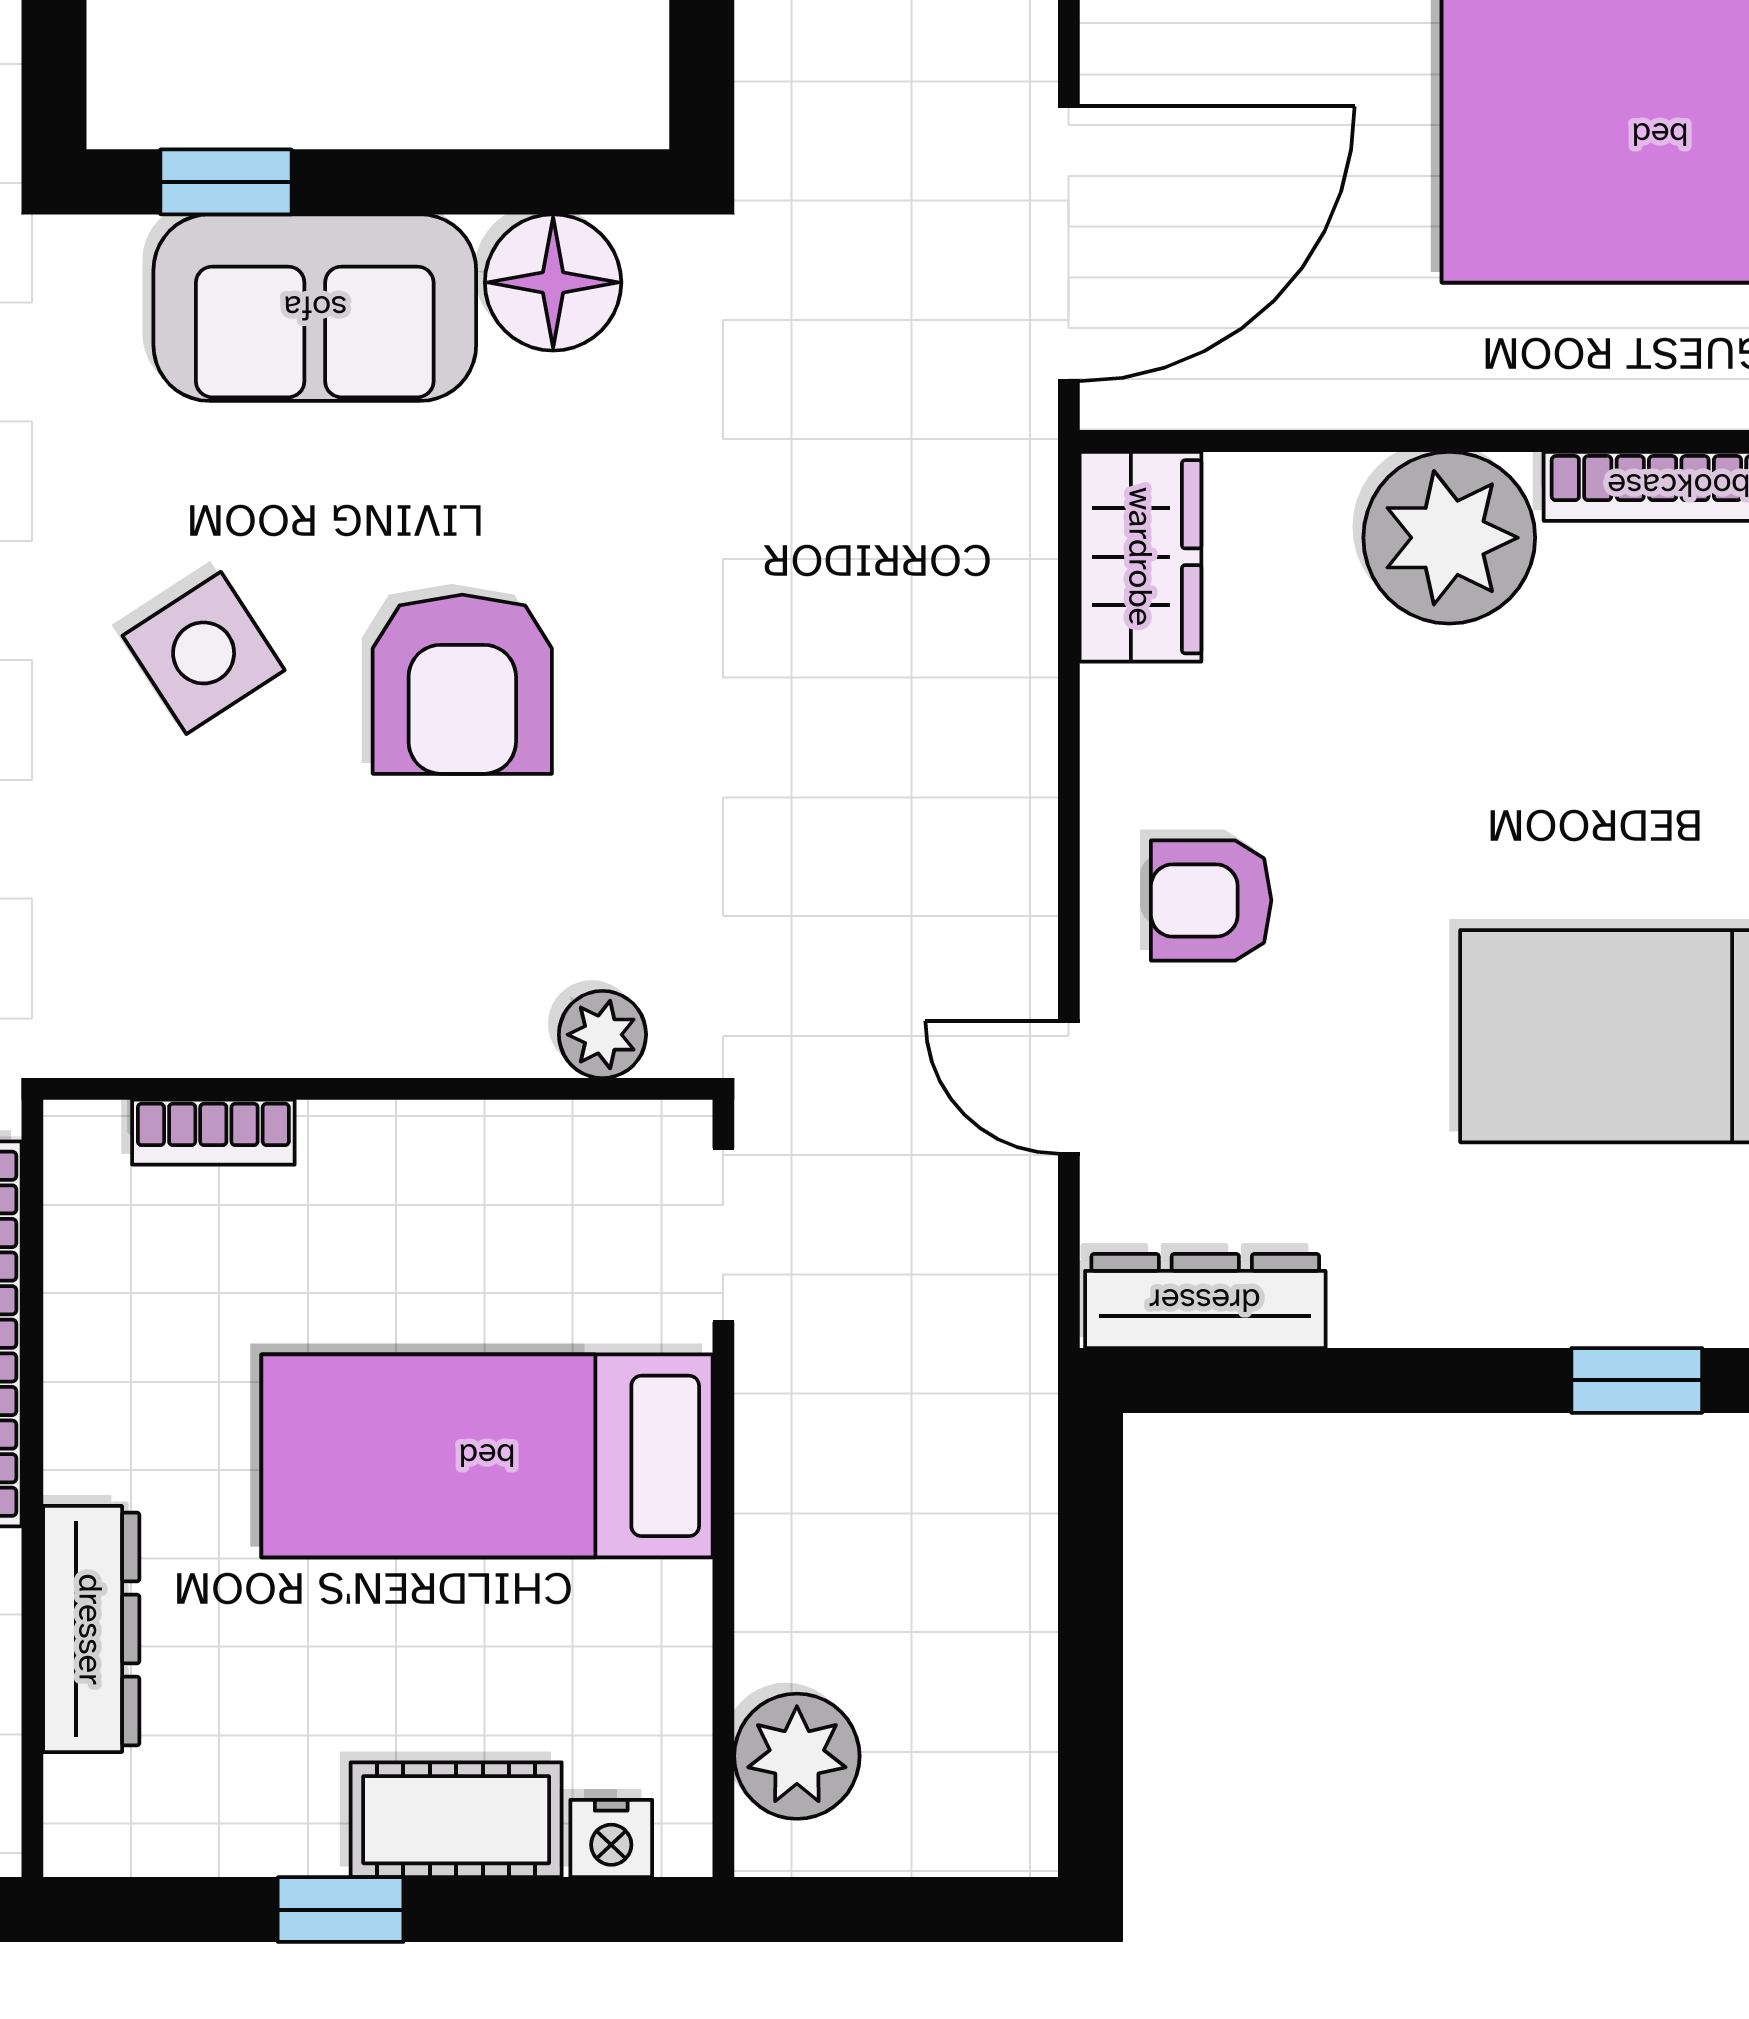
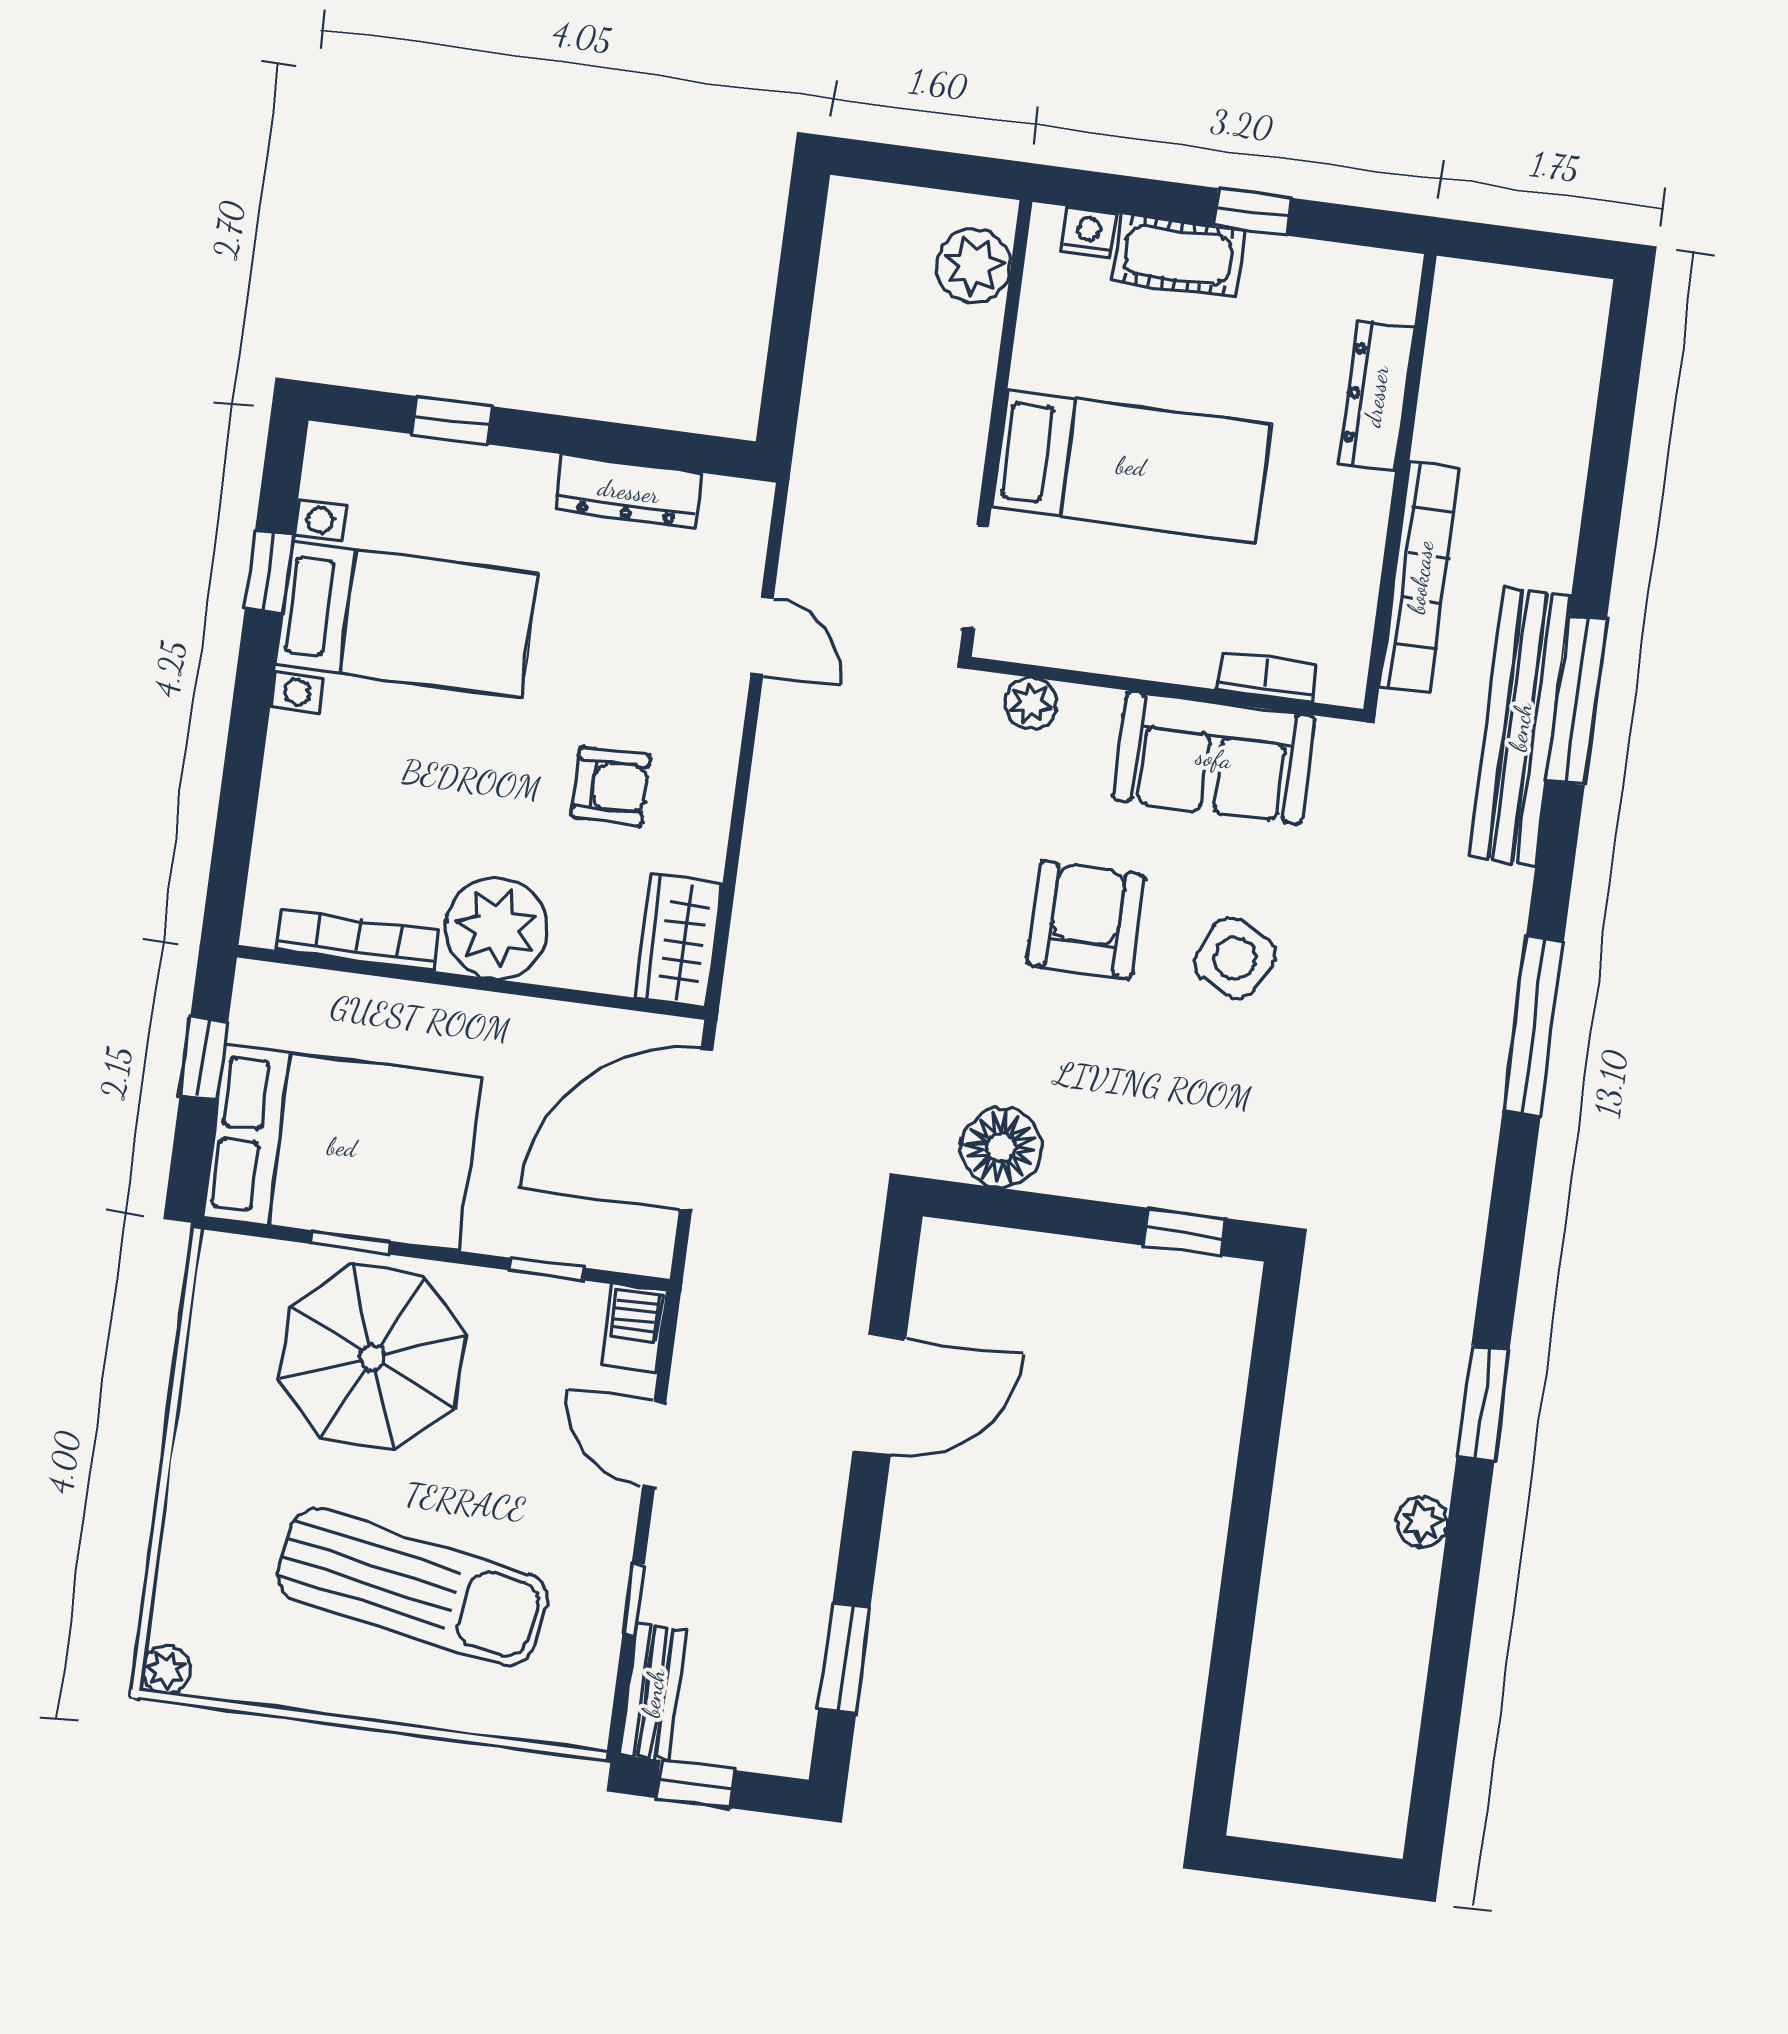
sofa: (315, 308) -> (1214, 758), moved, turned 180
side table: (204, 653) -> (1235, 958), turned -31
armchair: (1211, 900) -> (610, 786), moved
dresser: (1205, 1301) -> (629, 491), moved

